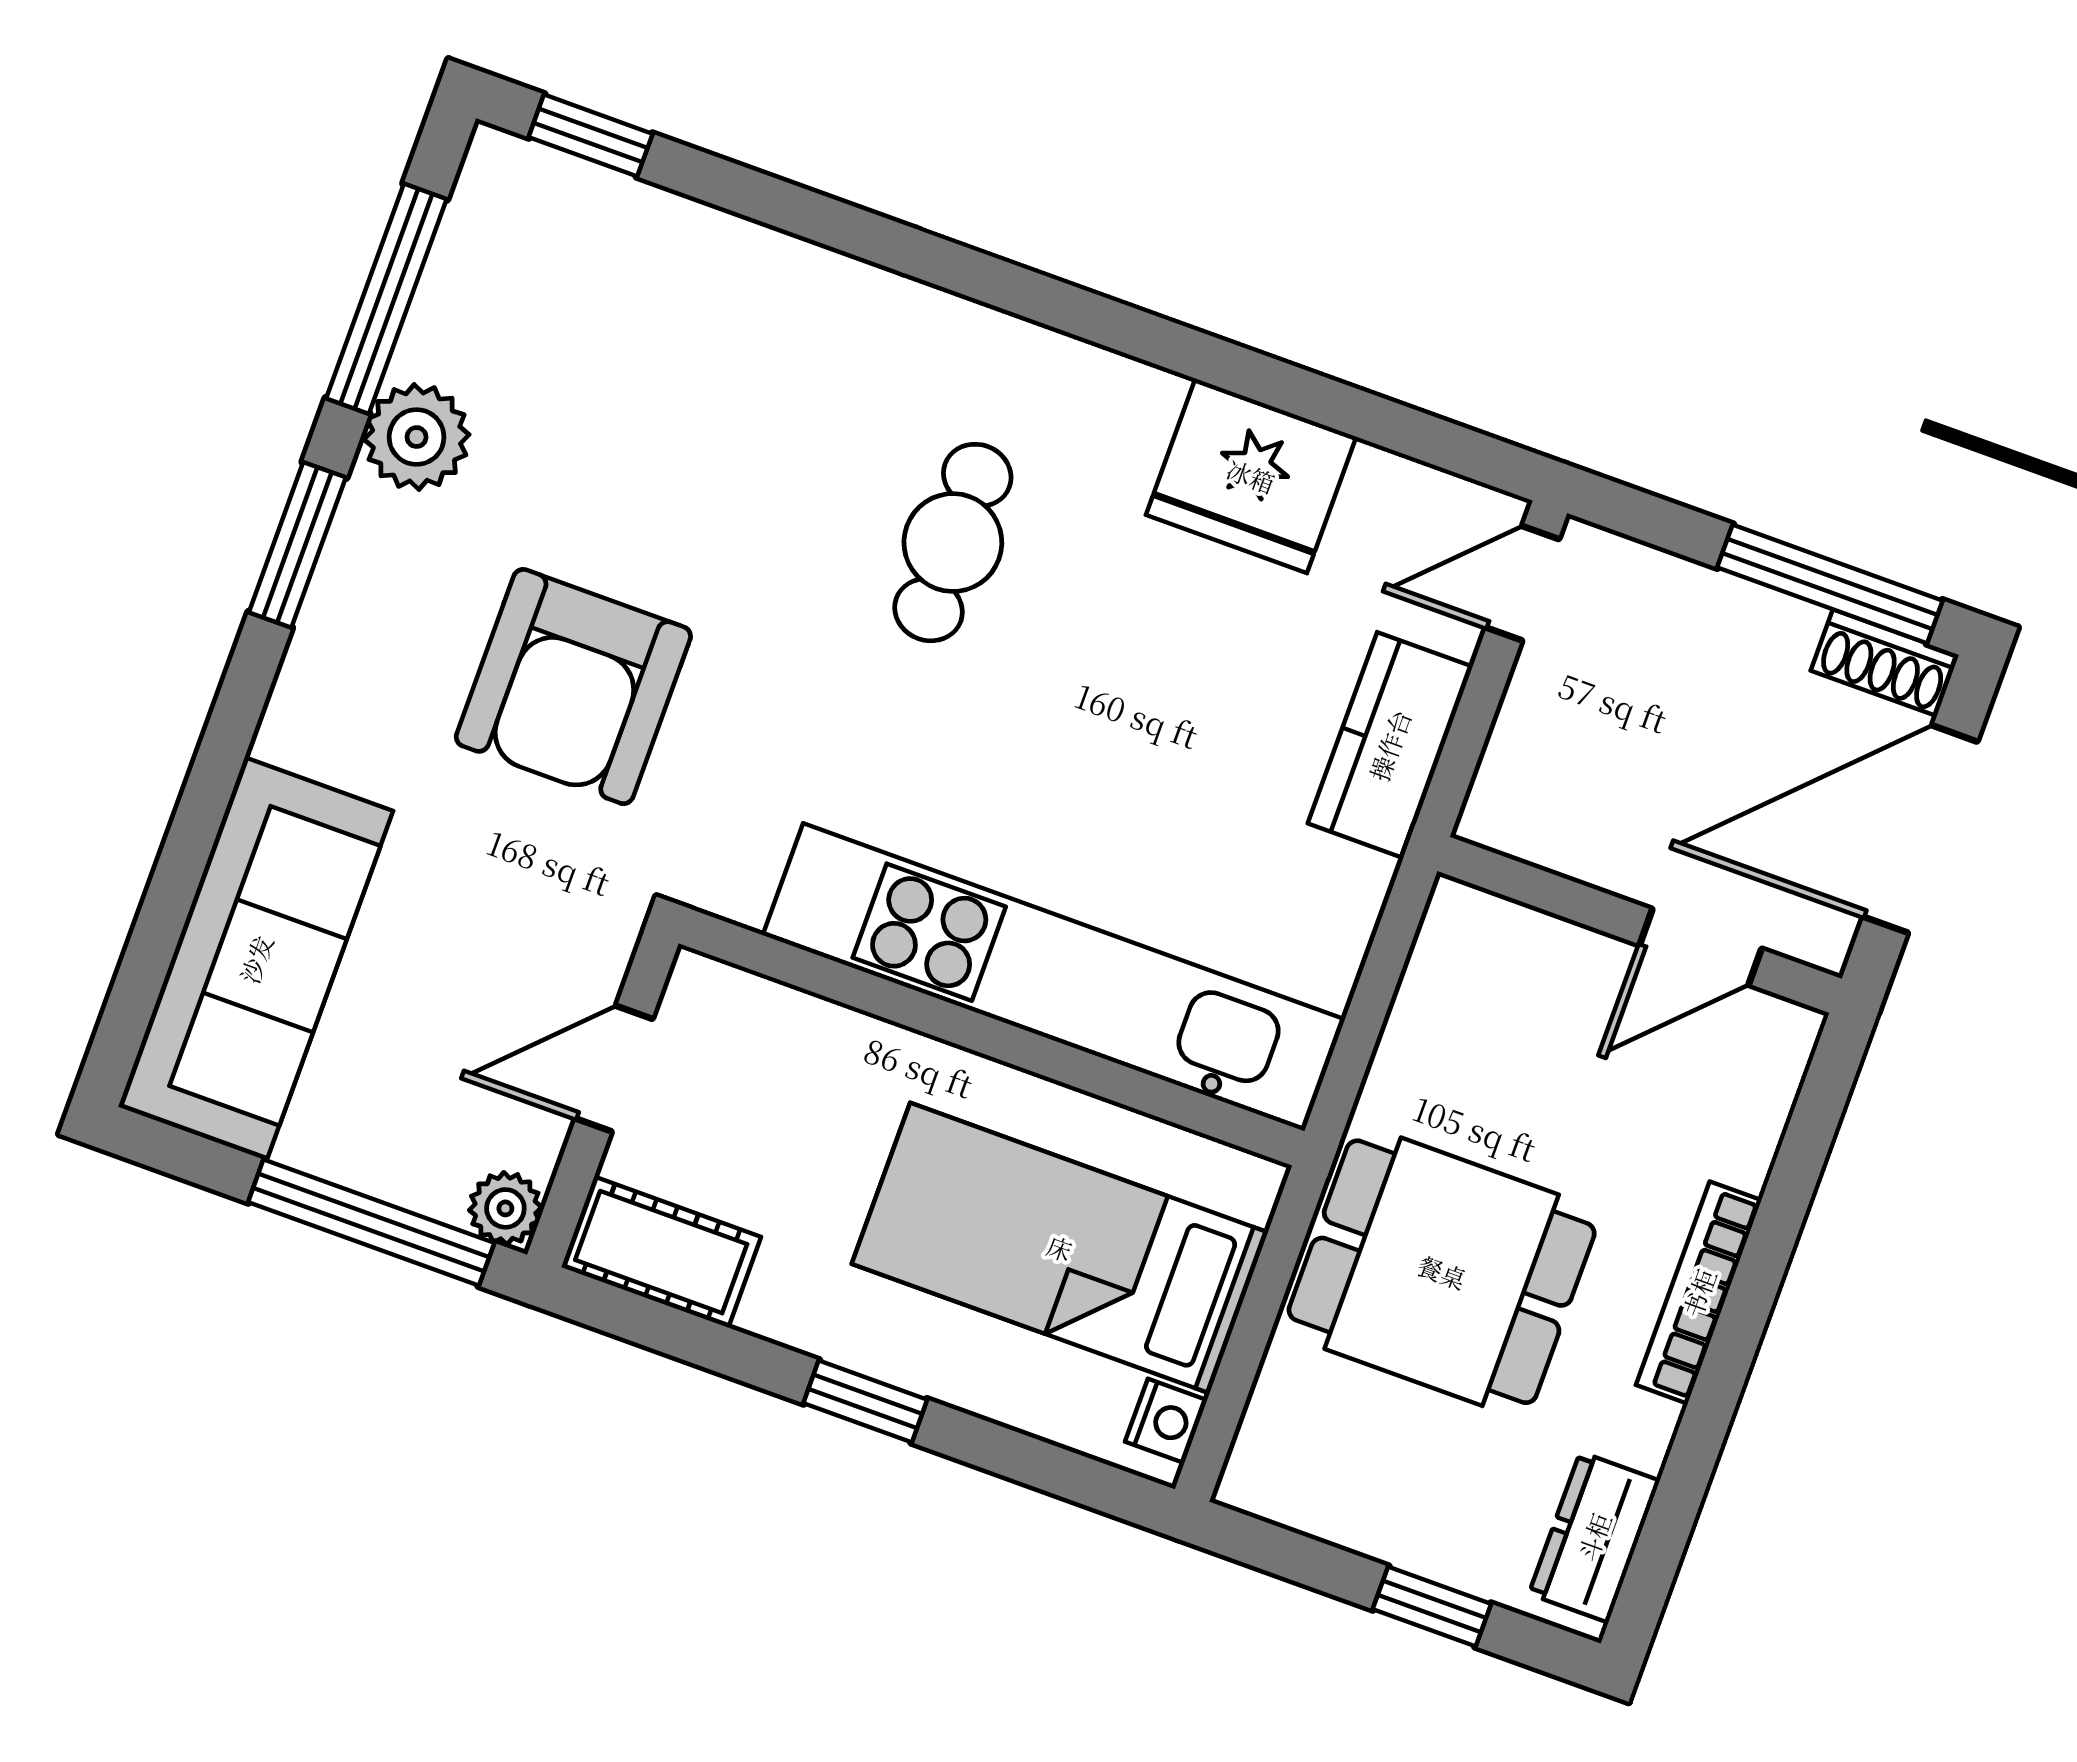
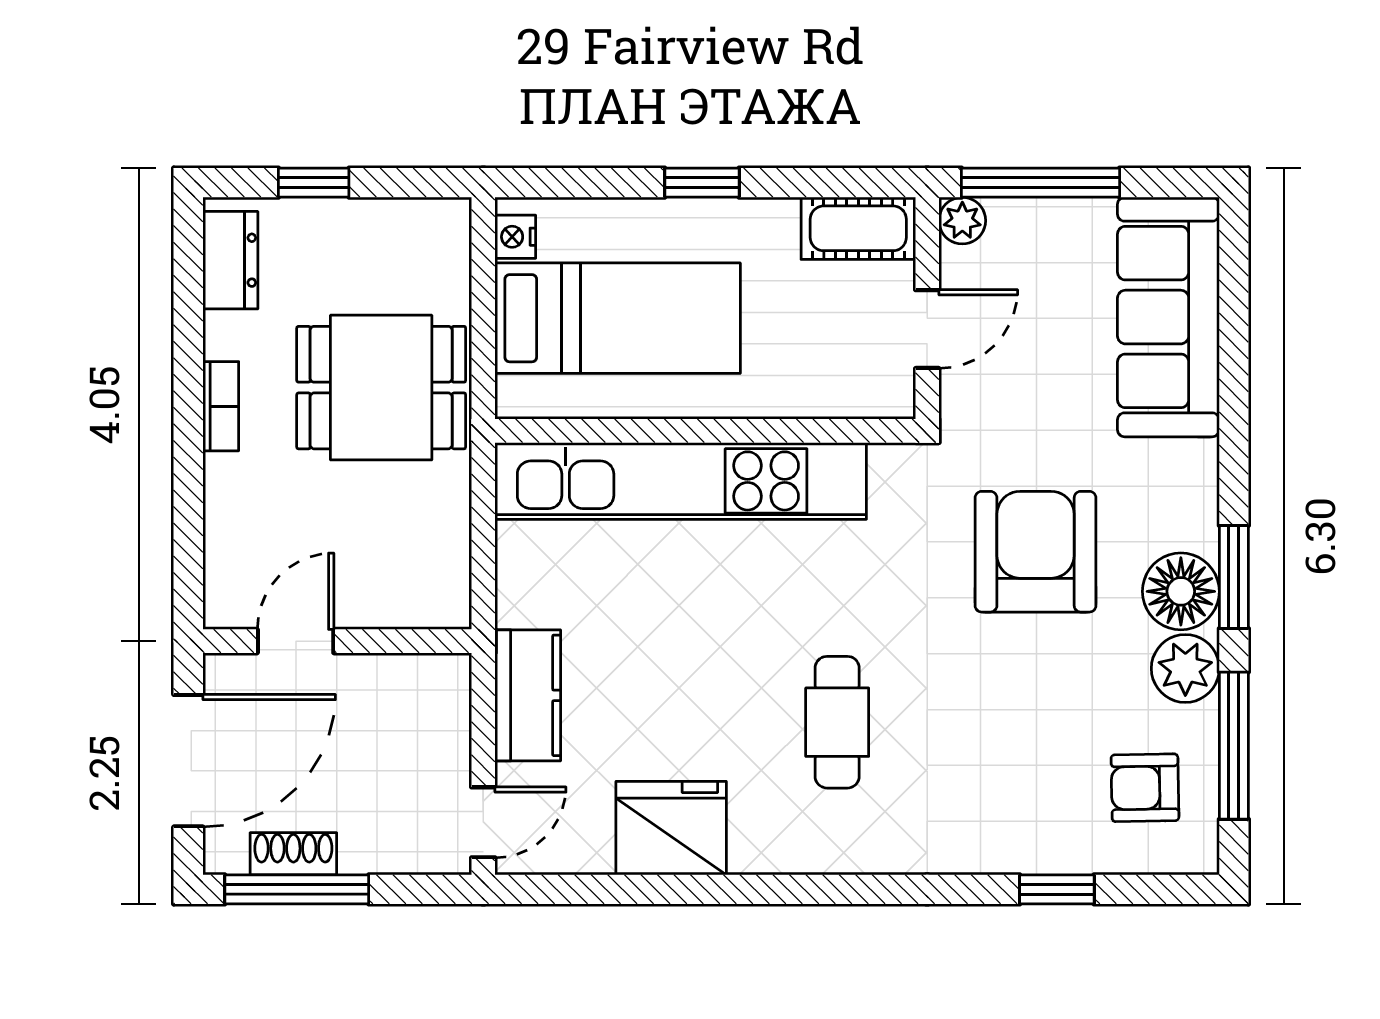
window: (591, 135) -> (1057, 889), moved
armchair: (538, 284) -> (1145, 788), added
floor lamp: (382, 552) -> (1181, 591), added
shoe rack: (1885, 663) -> (293, 854), moved
bookcase: (1699, 1293) -> (221, 406), width x0.64

